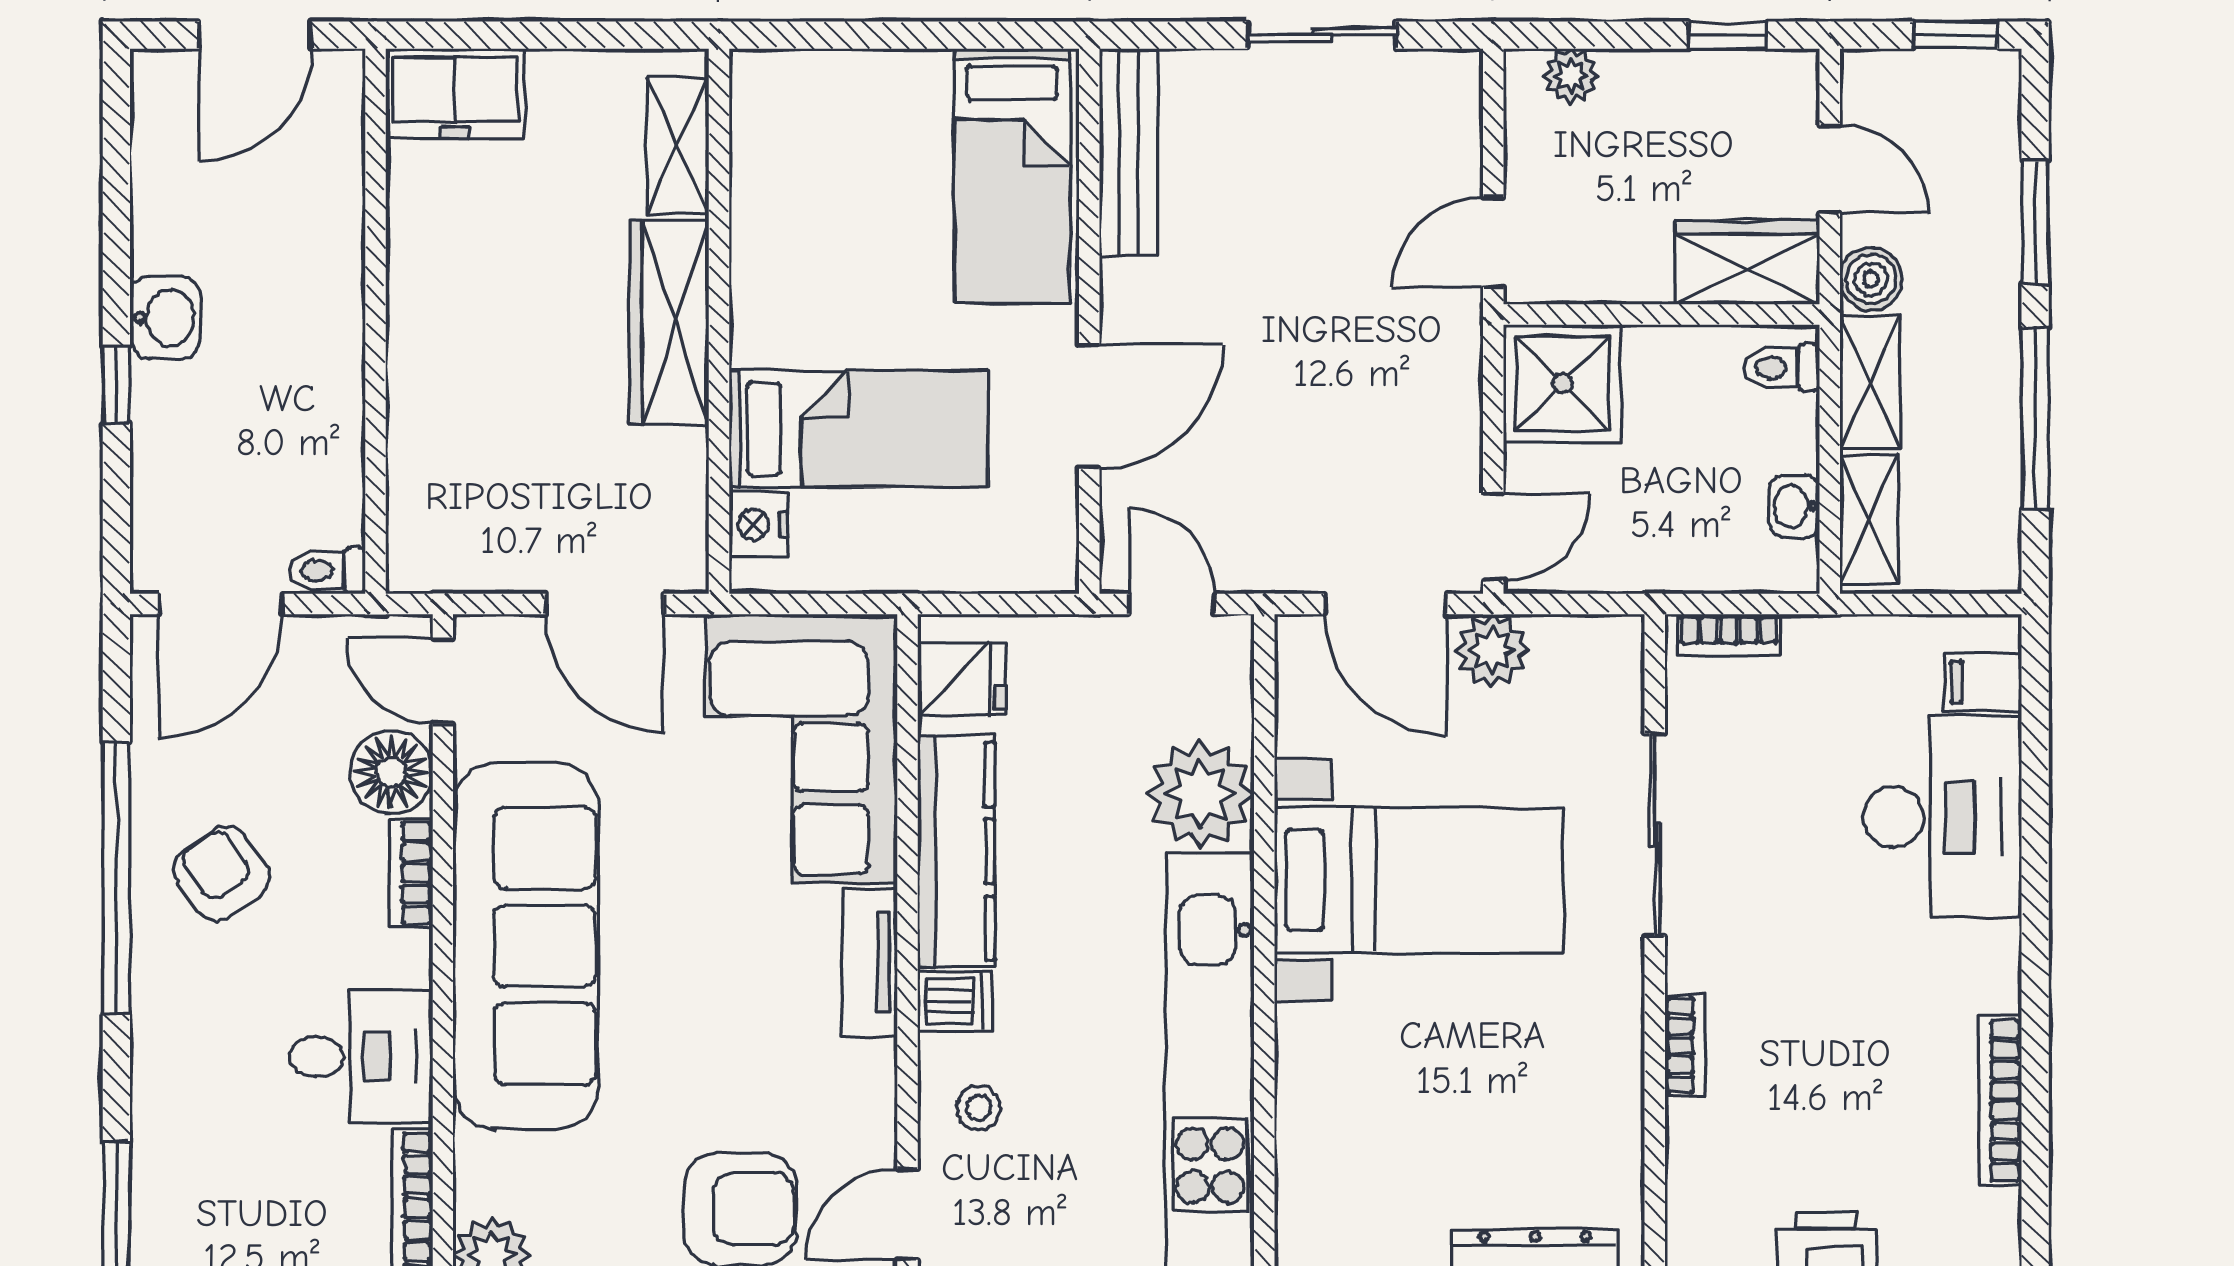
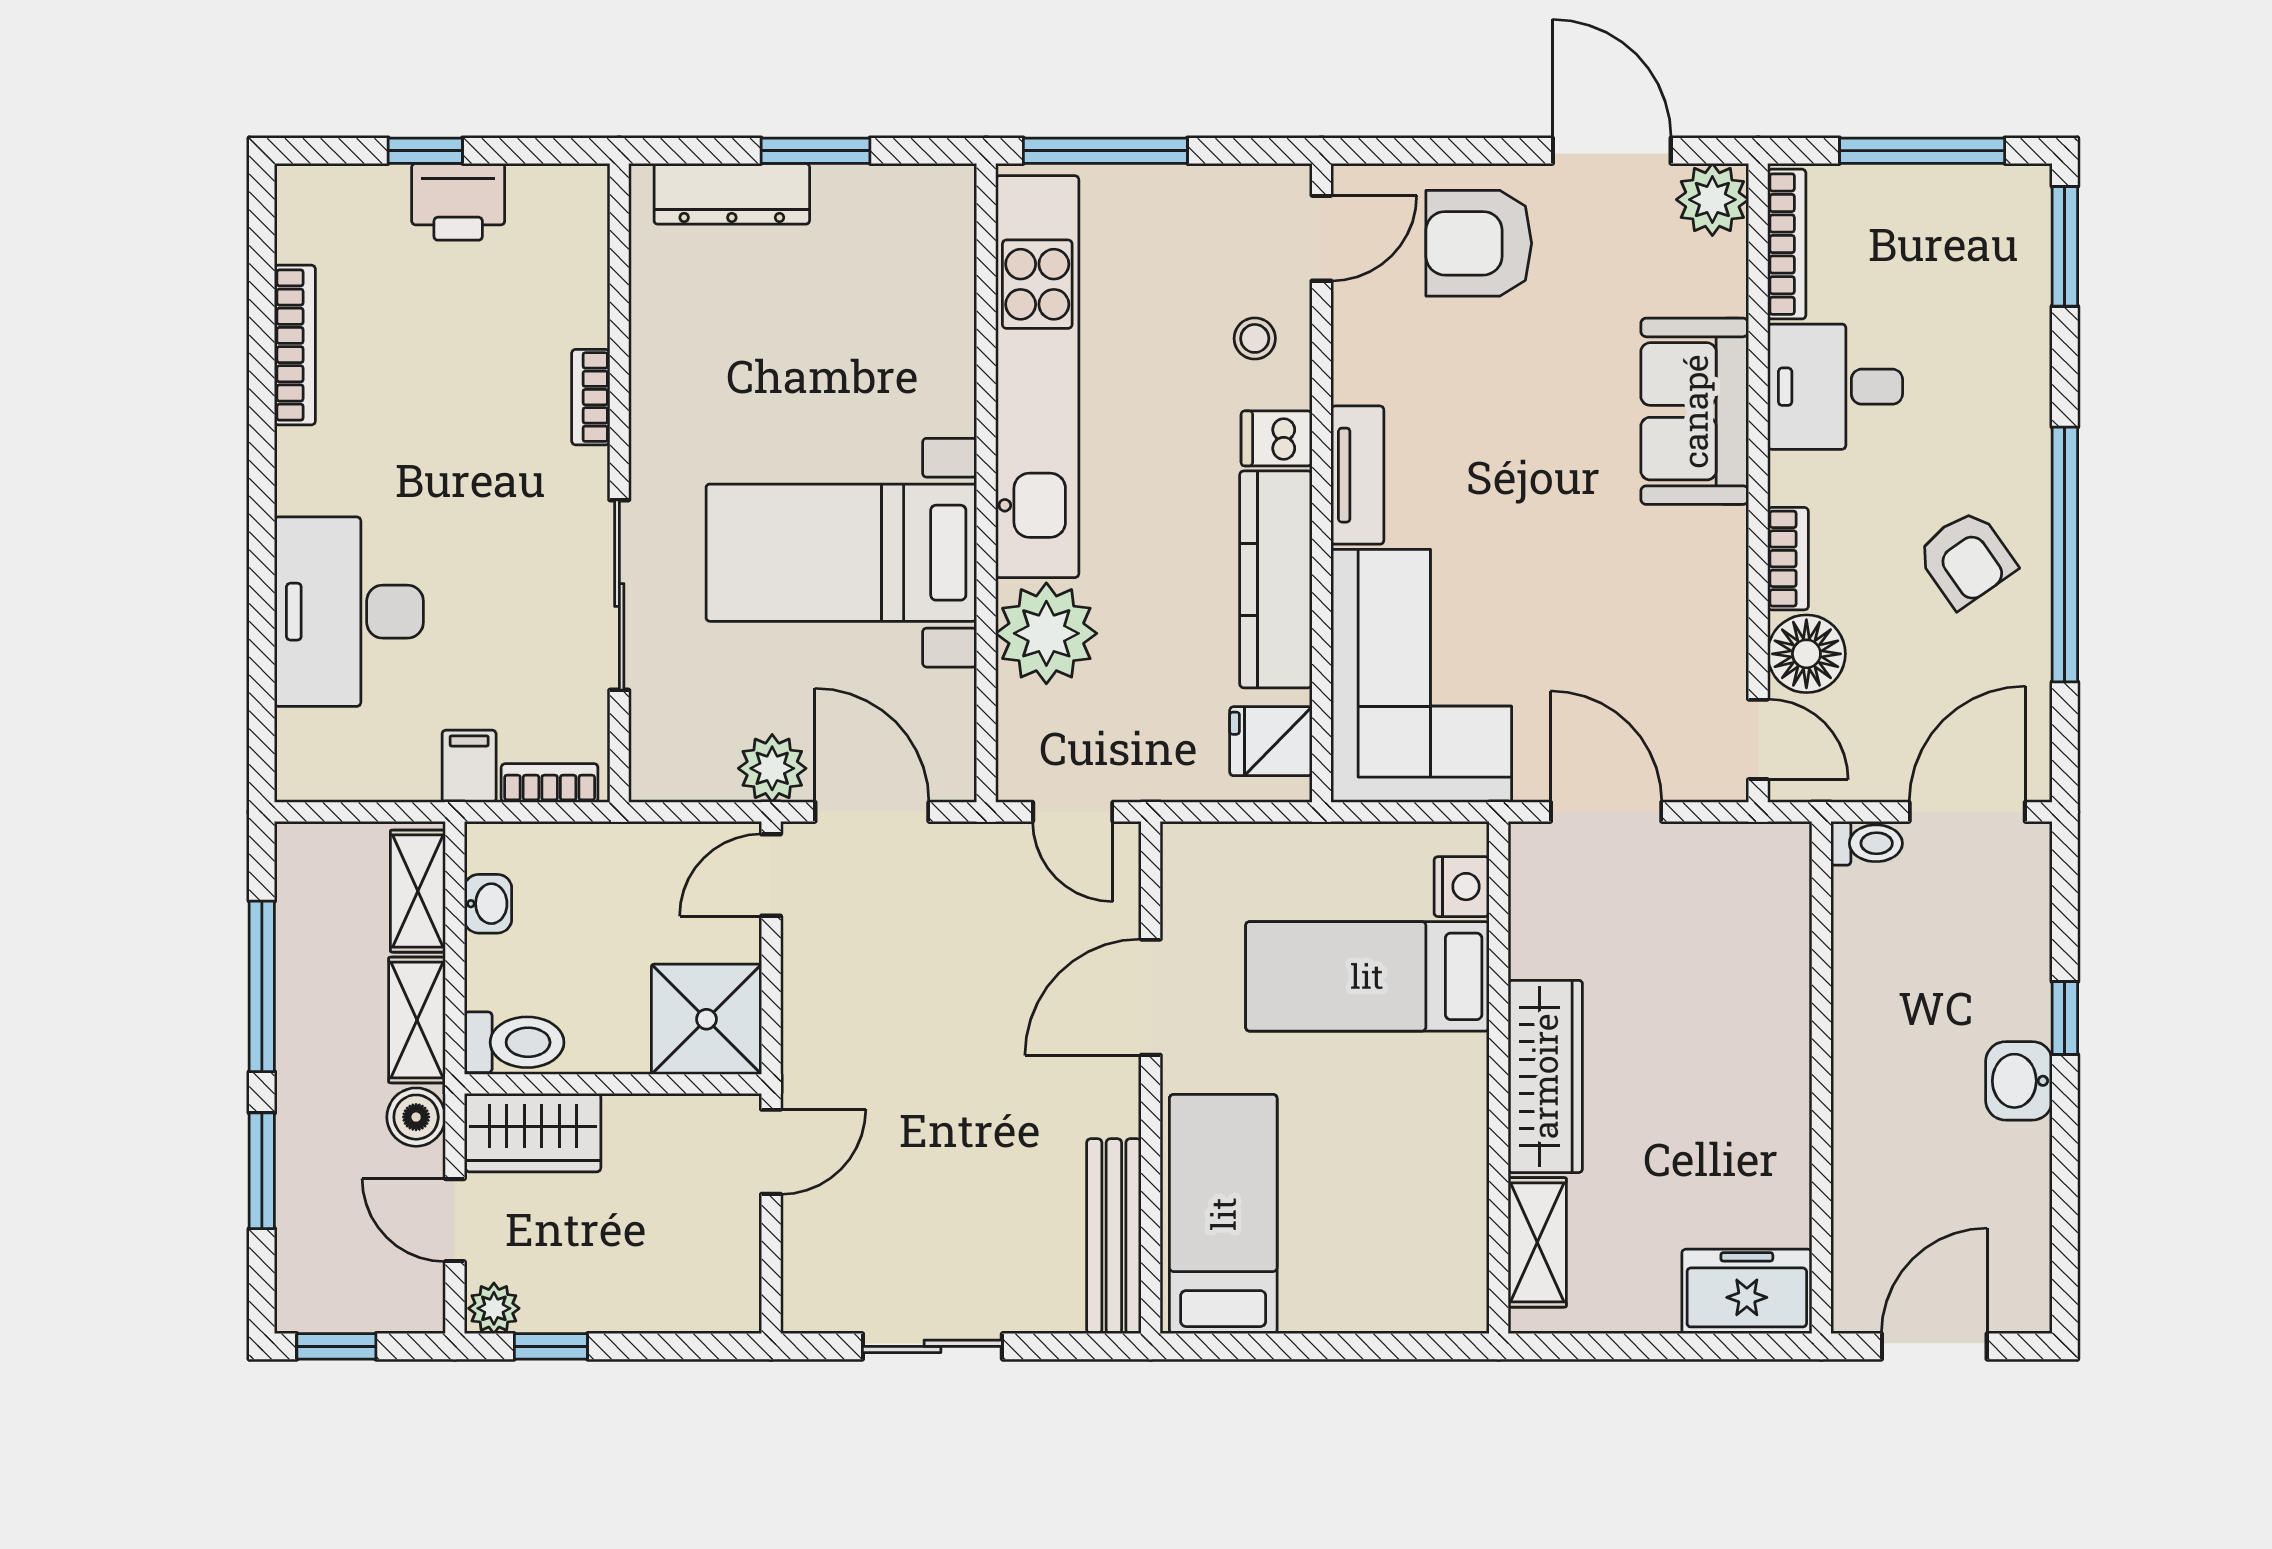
plant: (1571, 76) -> (494, 1308), moved
toilet: (1781, 367) -> (514, 1042), width x1.37, depth x1.39
filing cabinet: (1983, 682) -> (469, 766), moved, turned -90
sofa: (526, 946) -> (1695, 411), width x0.54, depth x0.79

